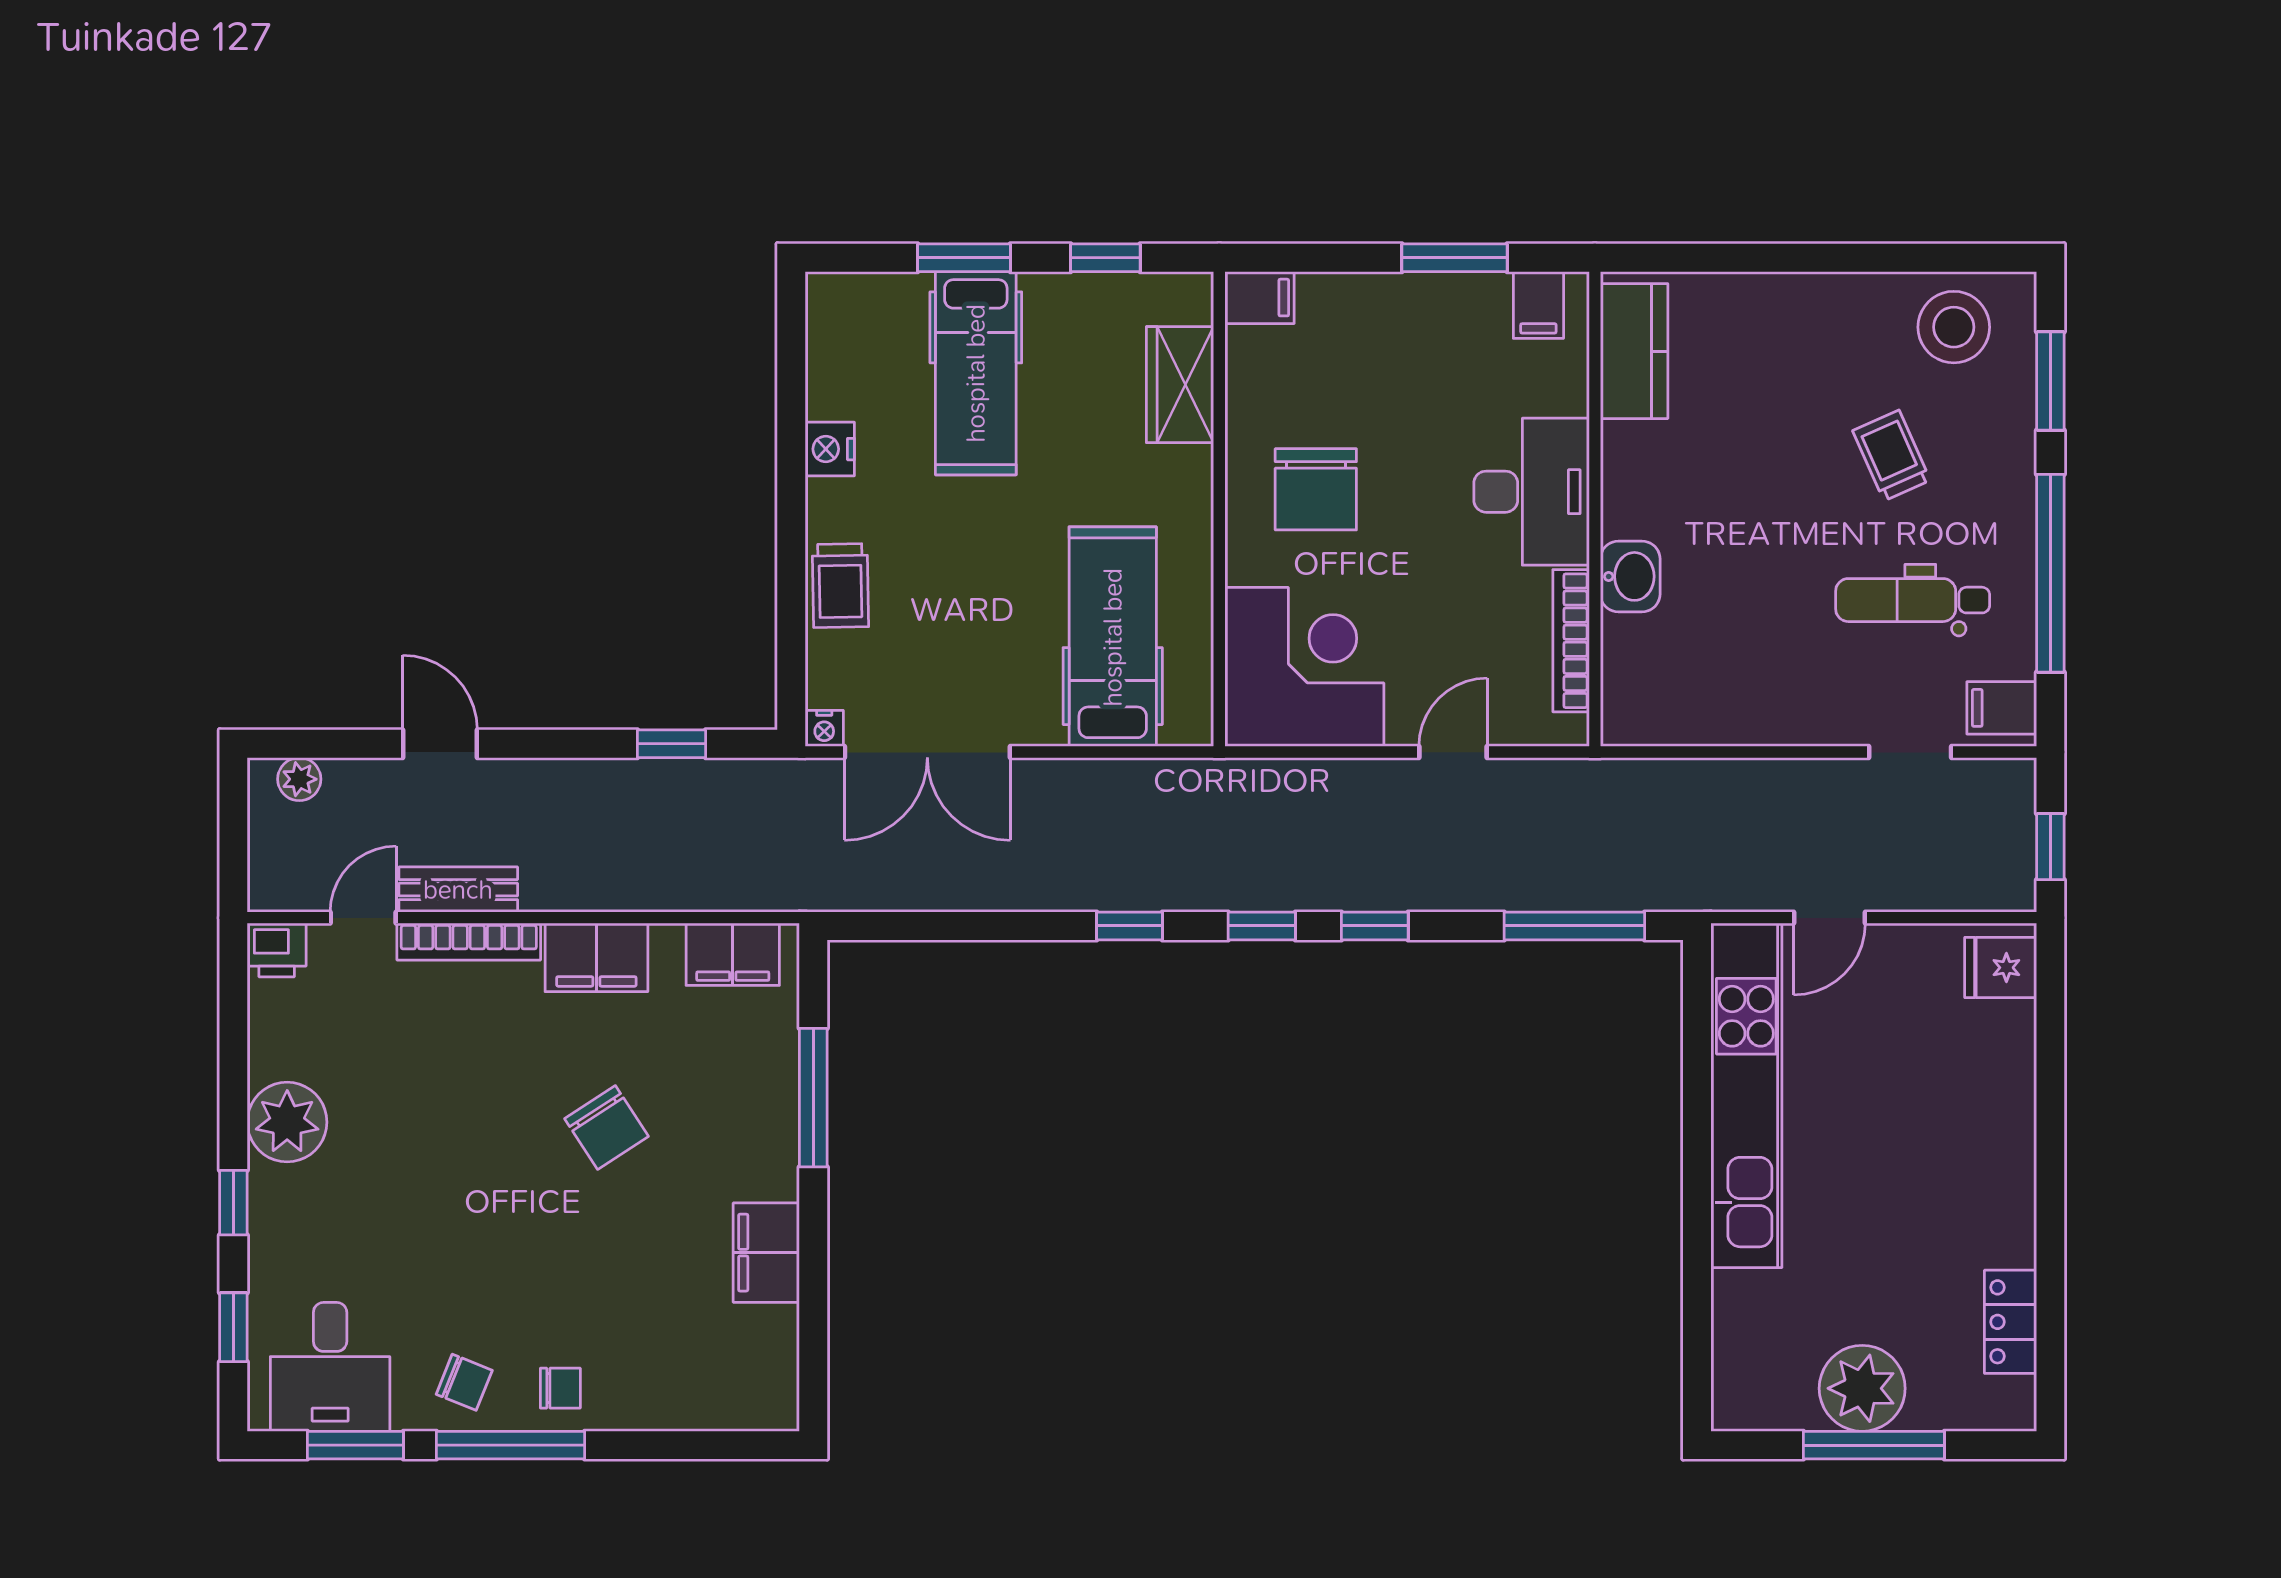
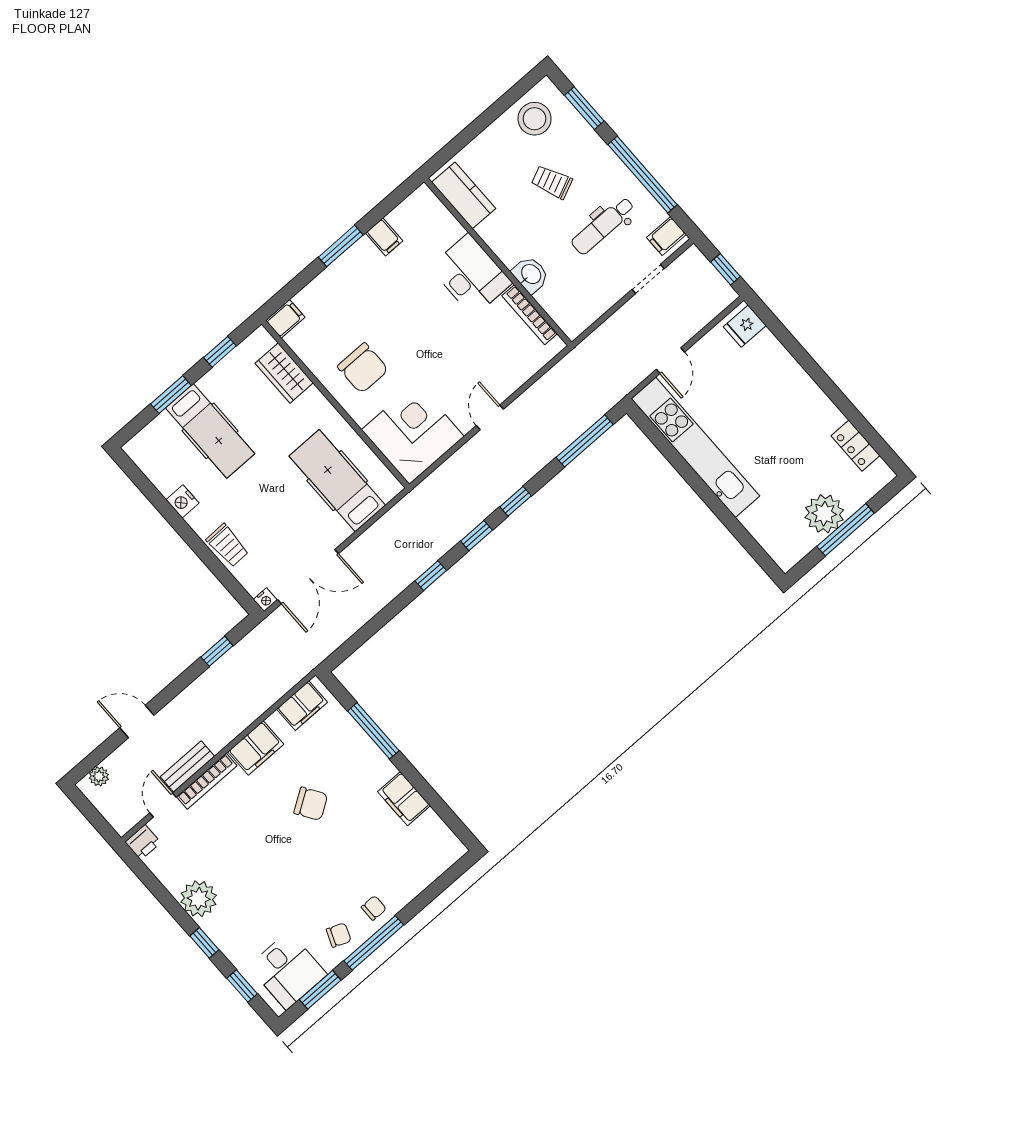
kitchen counter: (1634, 351) -> (464, 195), moved
desk: (1532, 492) -> (471, 275), moved
wall: (1595, 509) -> (498, 262), moved
washbasin: (1630, 576) -> (531, 275), moved
bookcase: (1571, 641) -> (530, 315), moved

